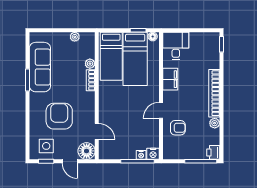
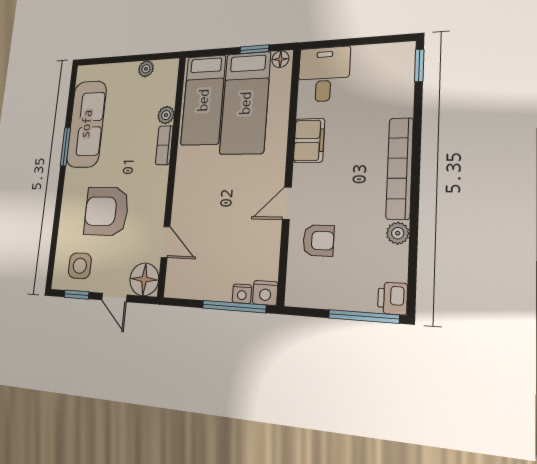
armchair: (59, 116) -> (106, 211), turned -90

